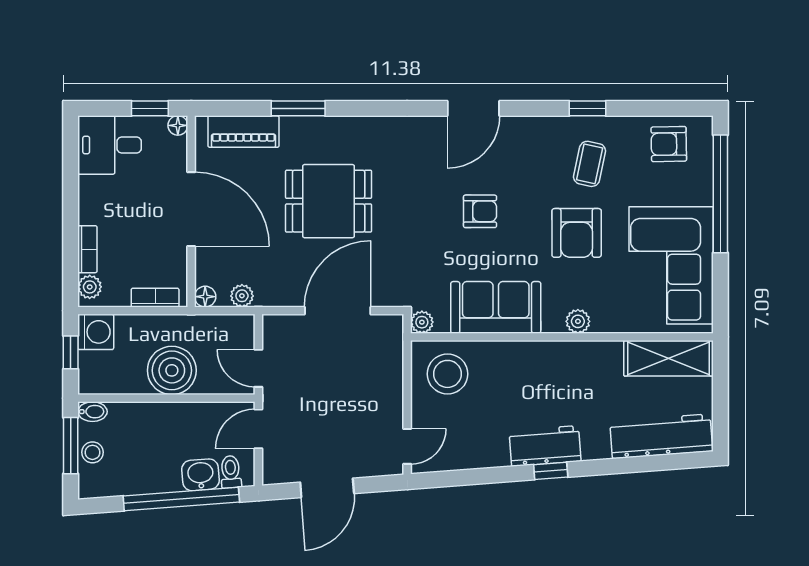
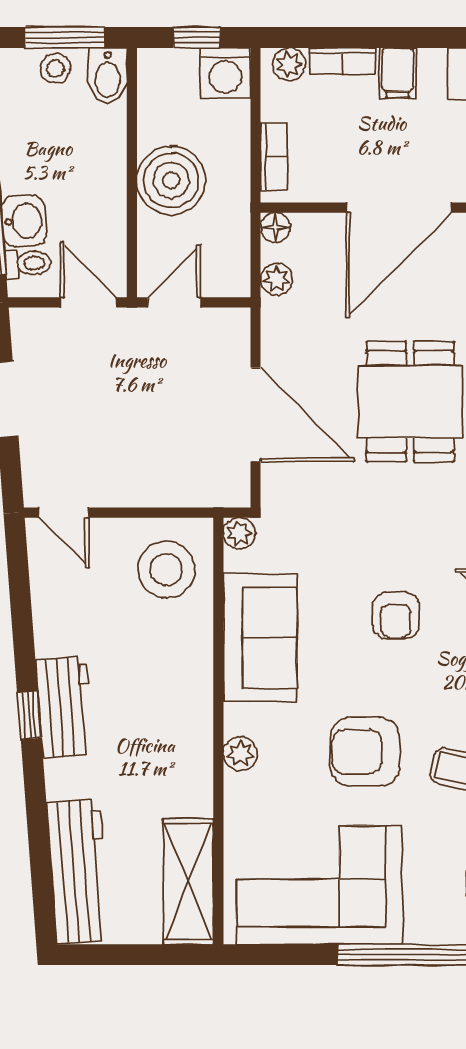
filing cabinet: (96, 210) -> (398, 73), added
bidet: (93, 412) -> (108, 76), width x1.38, depth x1.36

